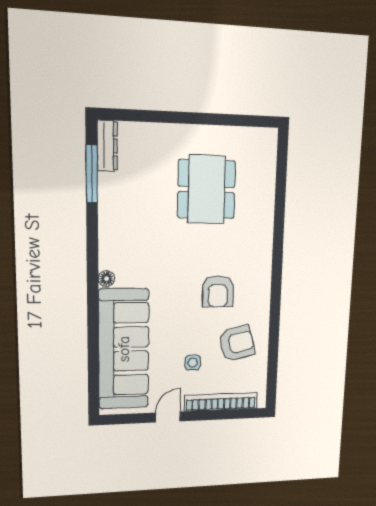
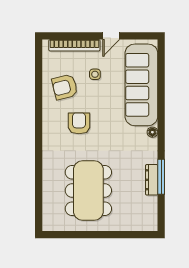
dresser: (107, 146) -> (152, 180), moved
window: (92, 174) -> (161, 177), moved
dining table: (207, 189) -> (88, 190), width x1.36, depth x1.24

